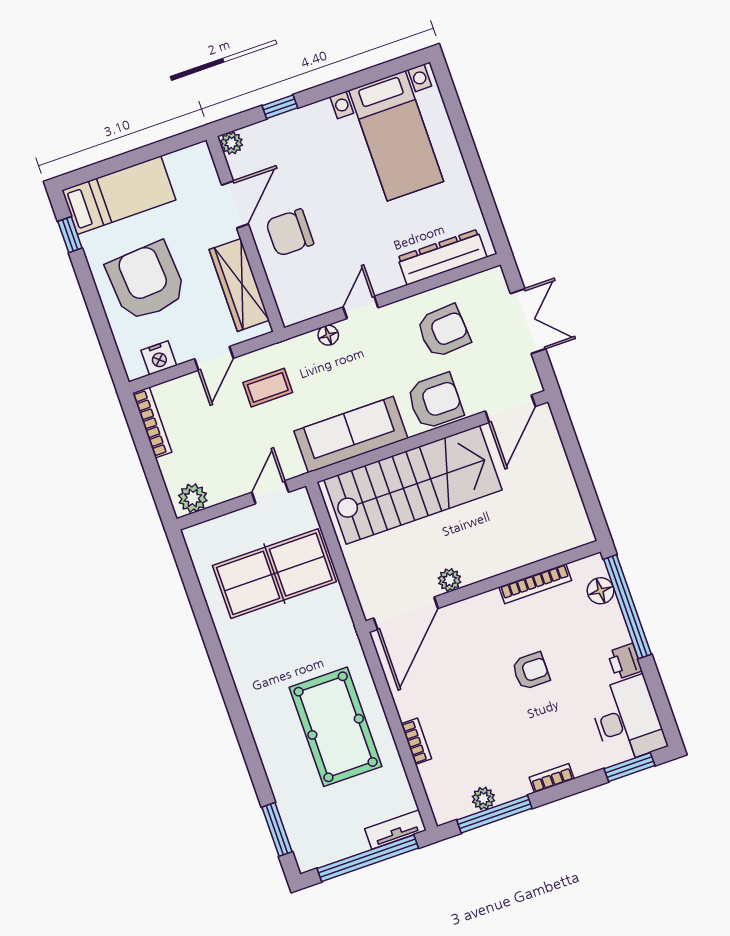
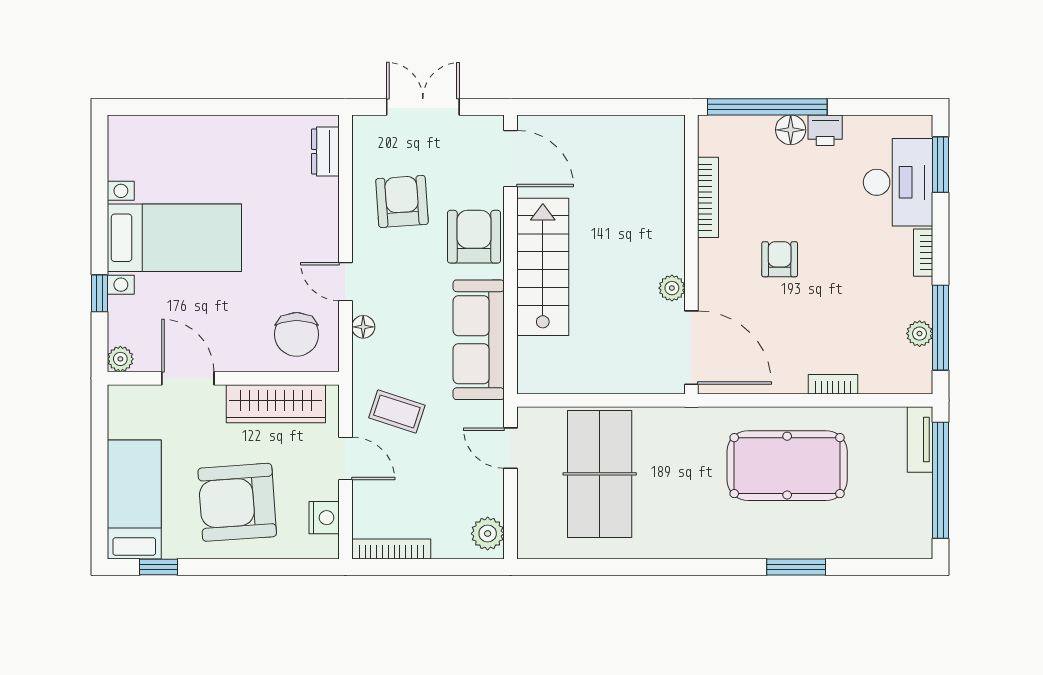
bed with nightstands: (396, 136) -> (174, 238), moved
chair: (290, 233) -> (297, 334), moved
dresser: (442, 257) -> (325, 151), width x0.51, depth x0.80
coffee table: (268, 388) -> (397, 411), turned -72
stairs: (413, 485) -> (543, 267), width x0.73, depth x0.66
floor lamp: (601, 591) -> (791, 130), moved
armchair: (531, 671) -> (780, 259), moved
desk: (627, 720) -> (898, 182), moved, turned 90
window: (277, 829) -> (796, 567), moved

